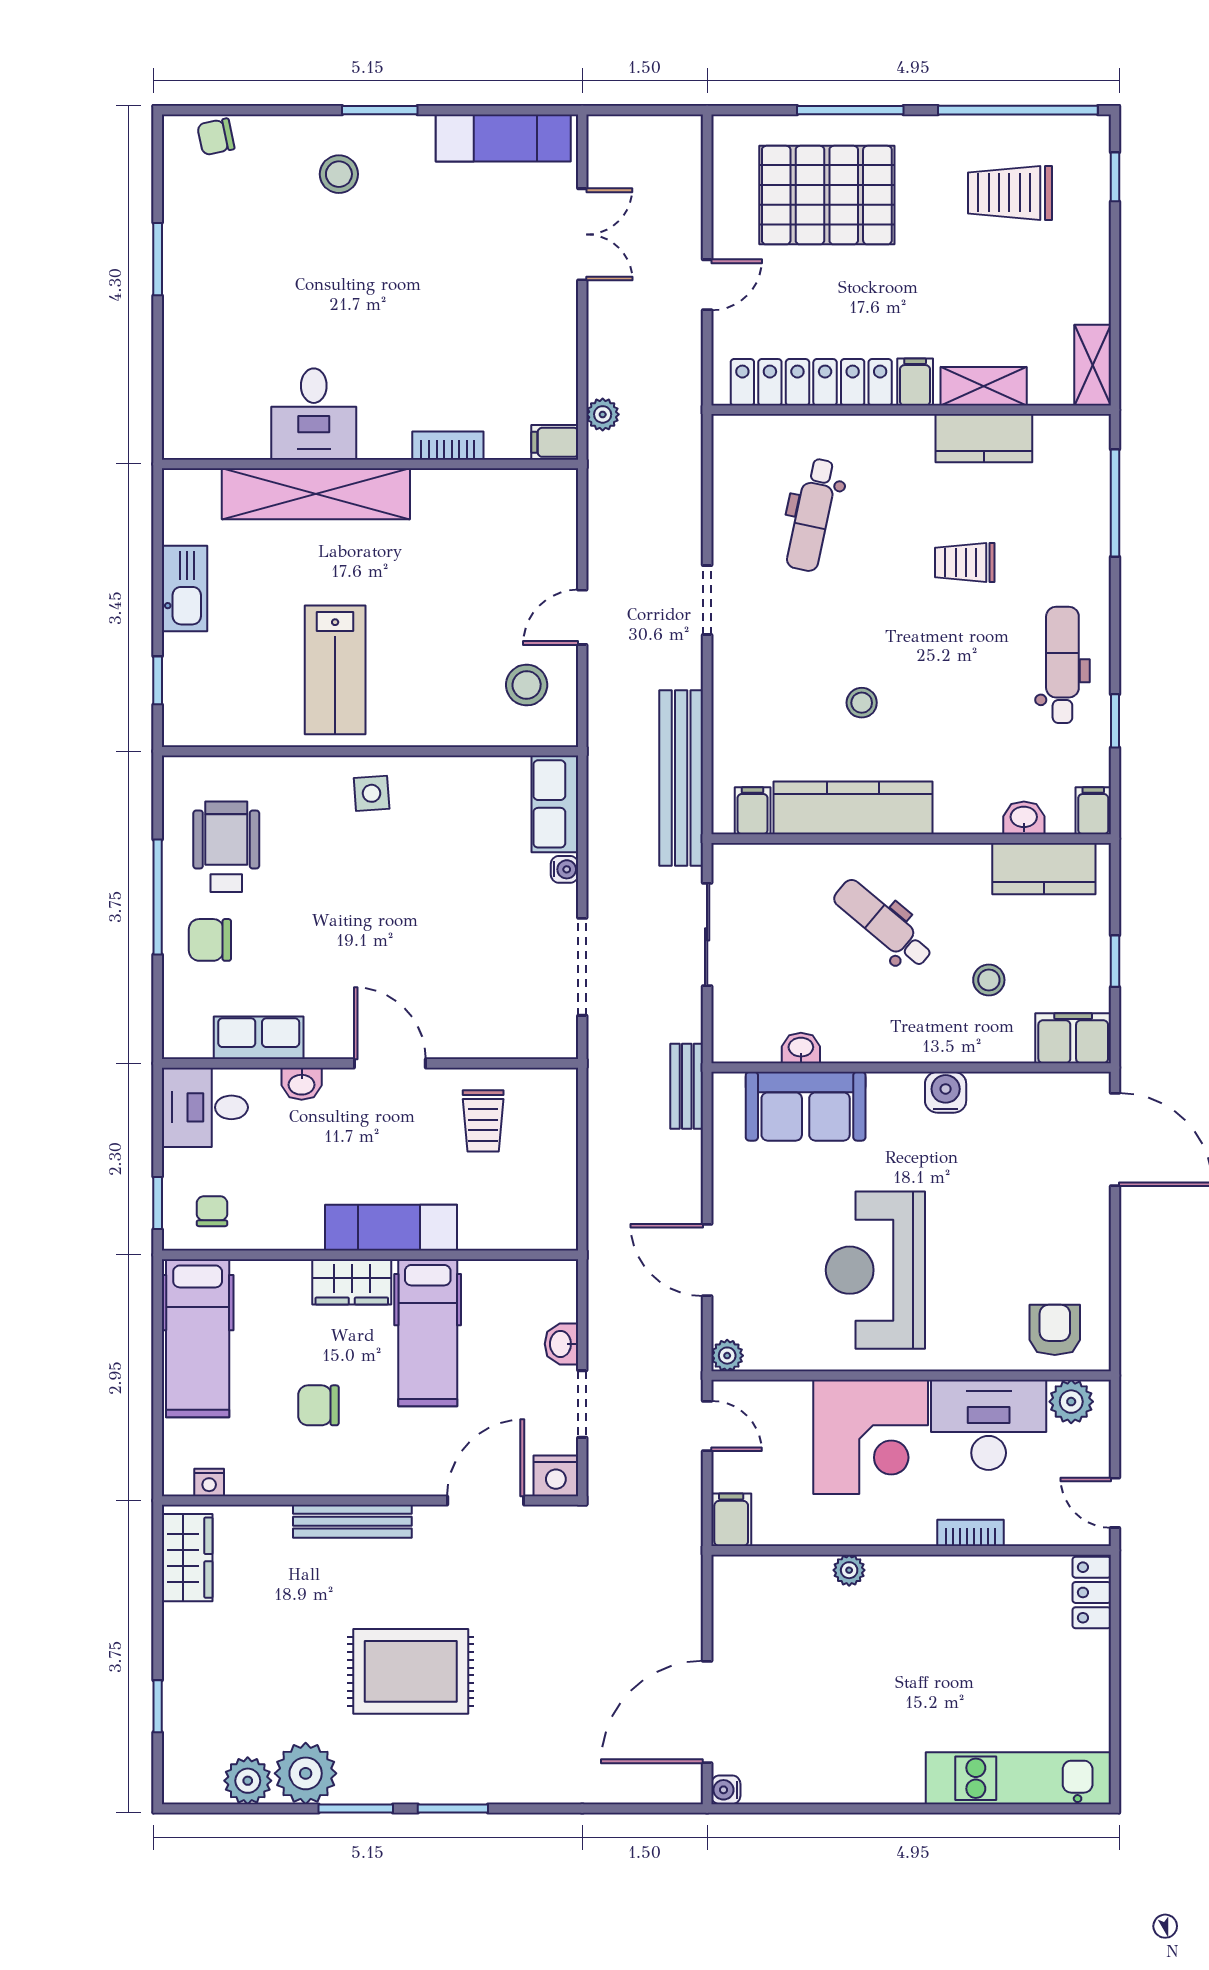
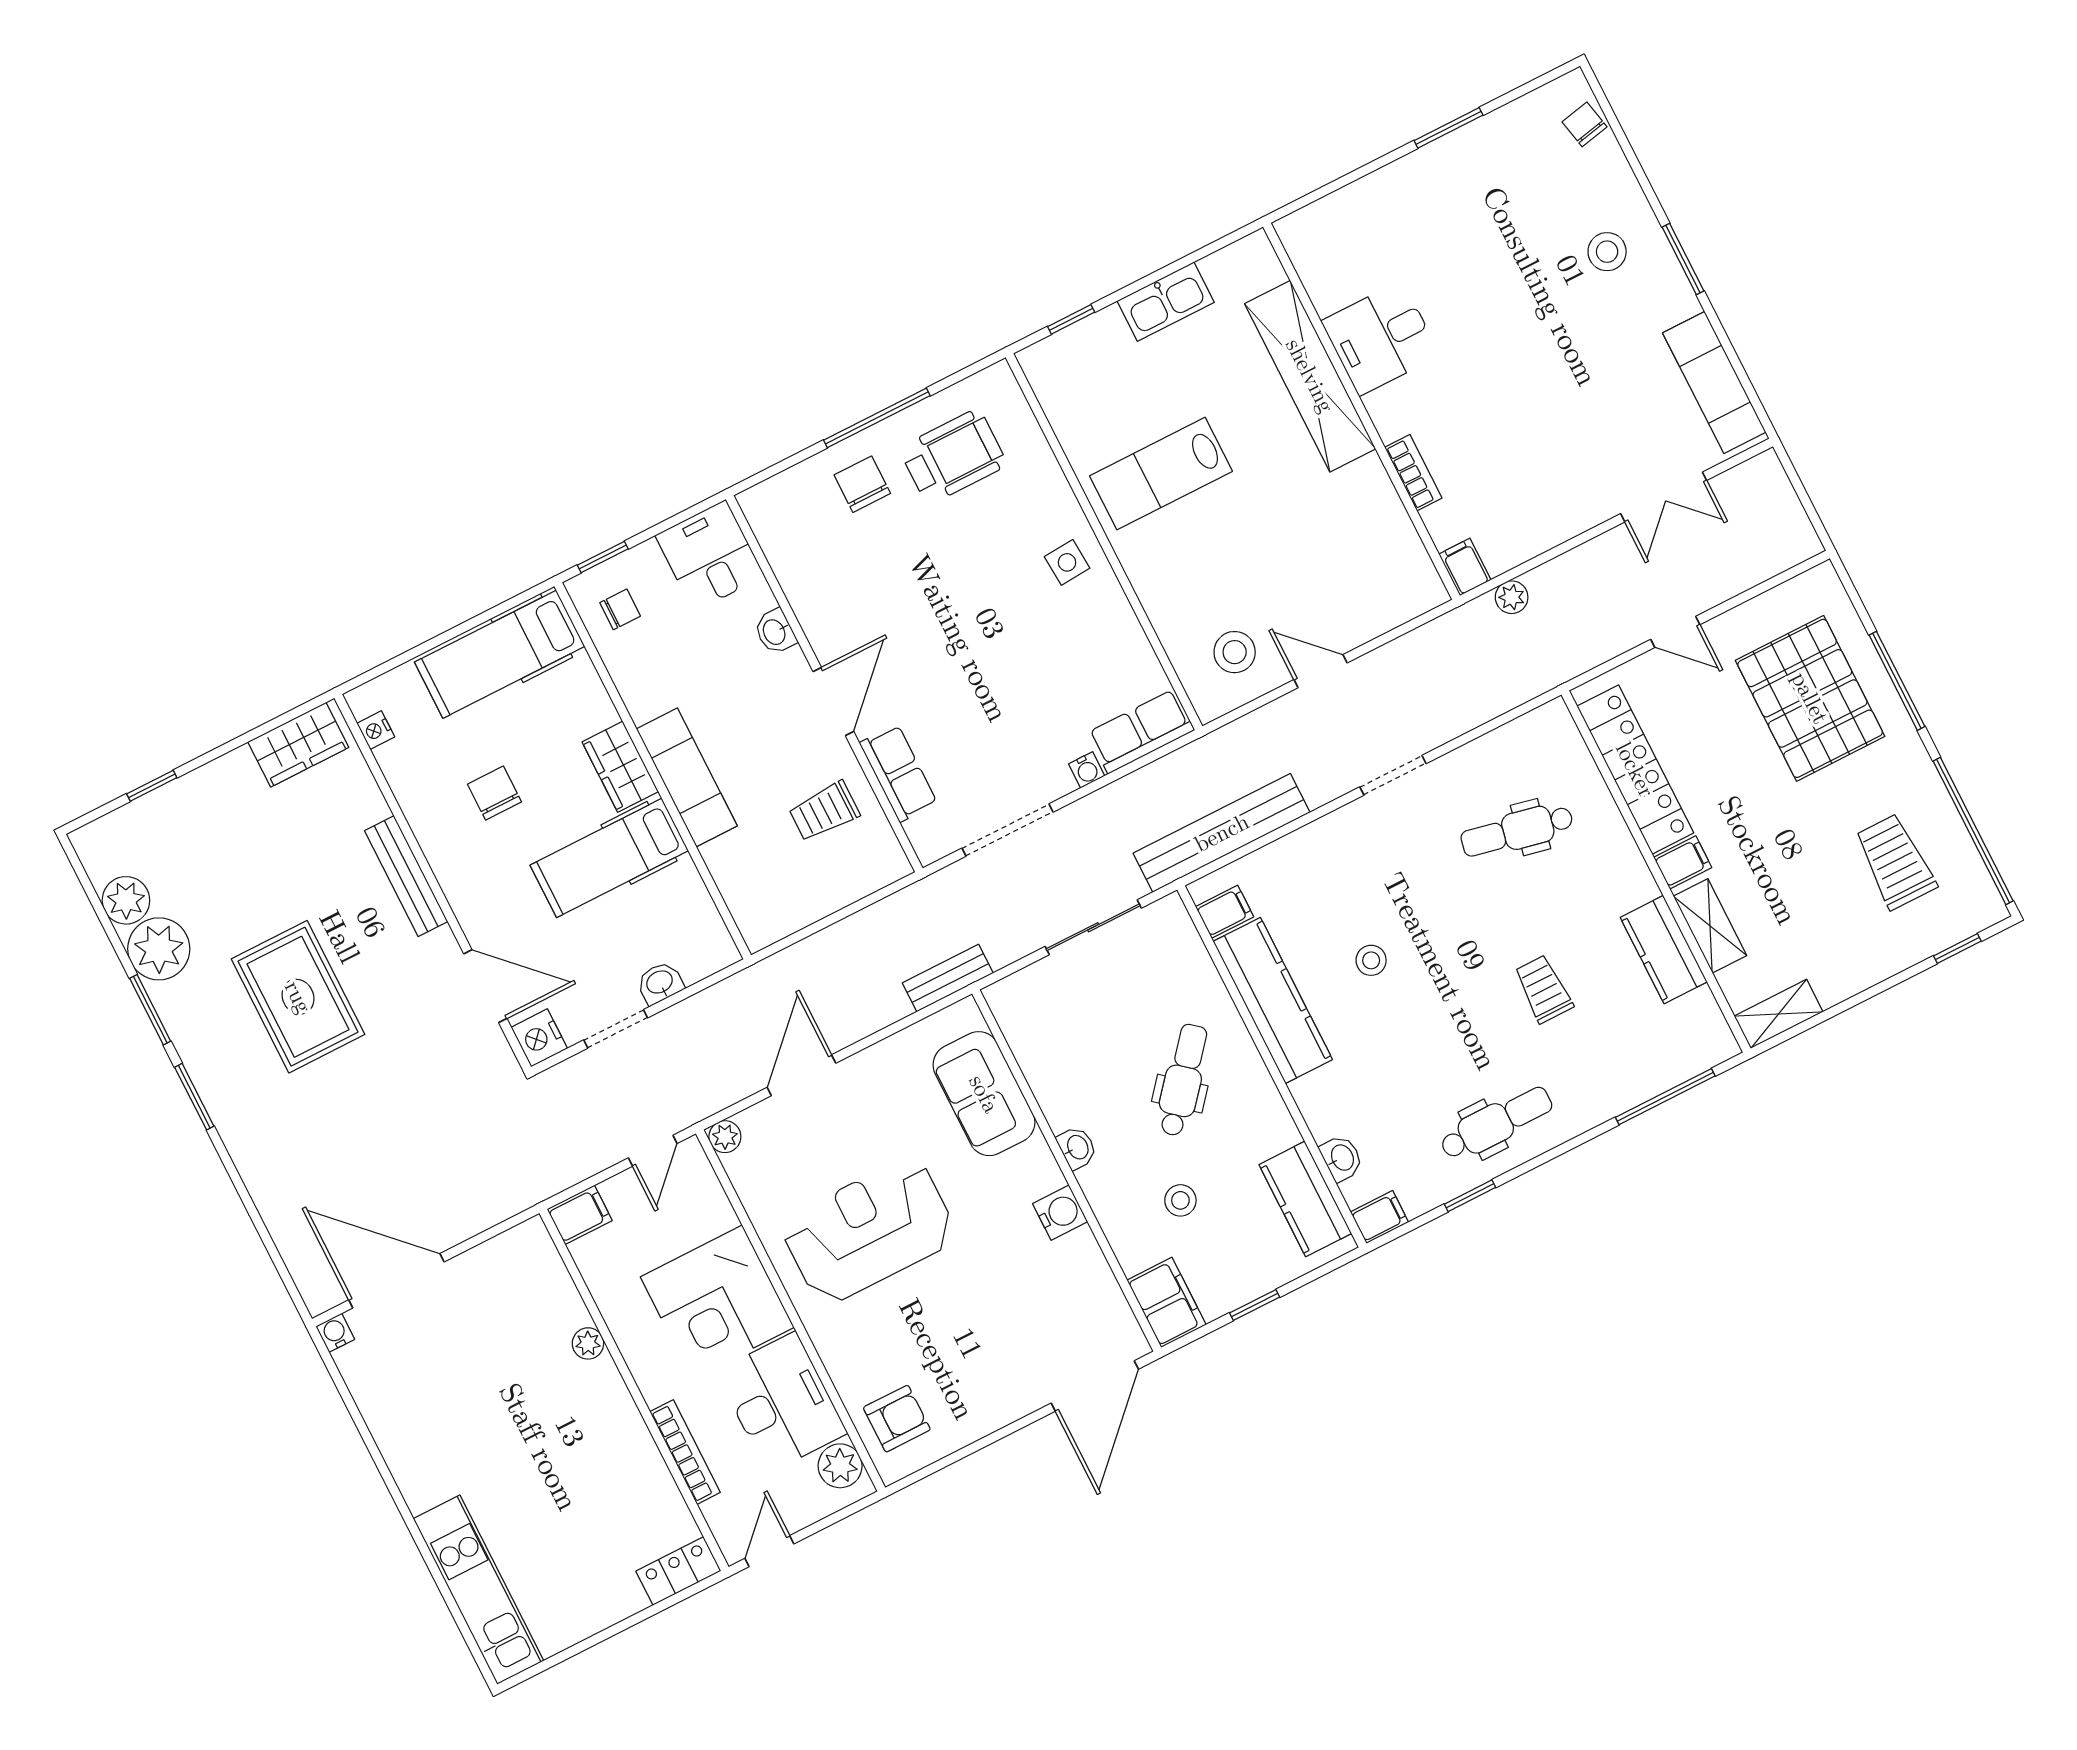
row of seats: (259, 1038) -> (899, 773), moved
washbasin: (801, 1048) -> (1077, 1148), moved
bookcase: (970, 1533) -> (685, 1452), width x1.56

